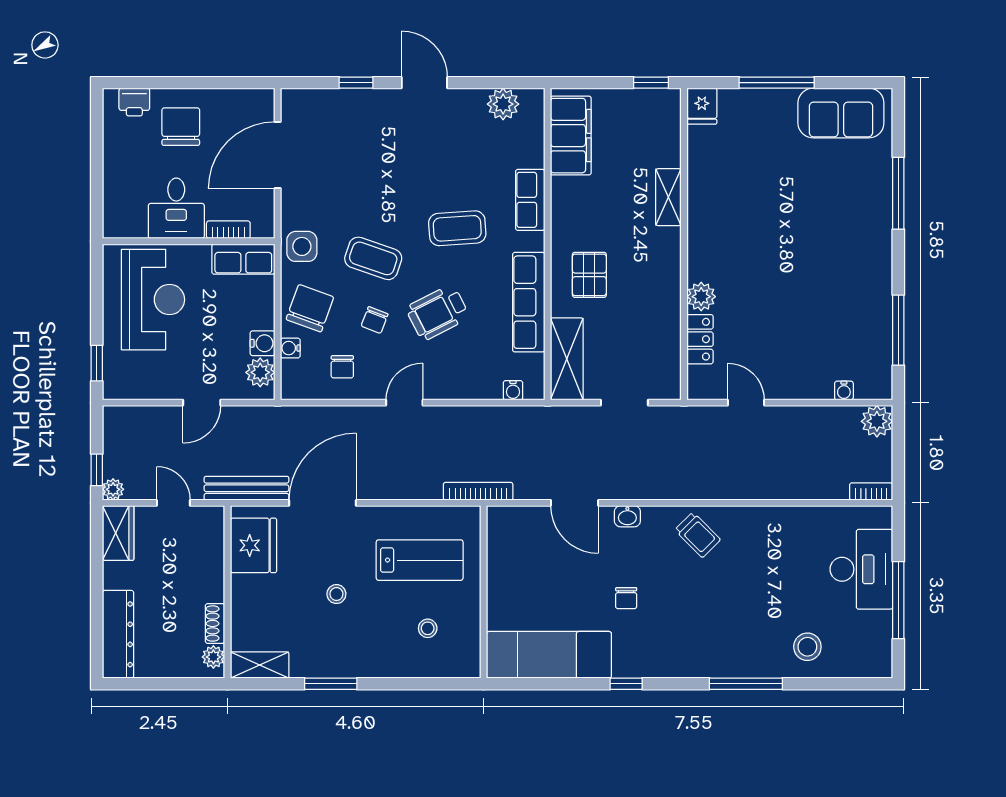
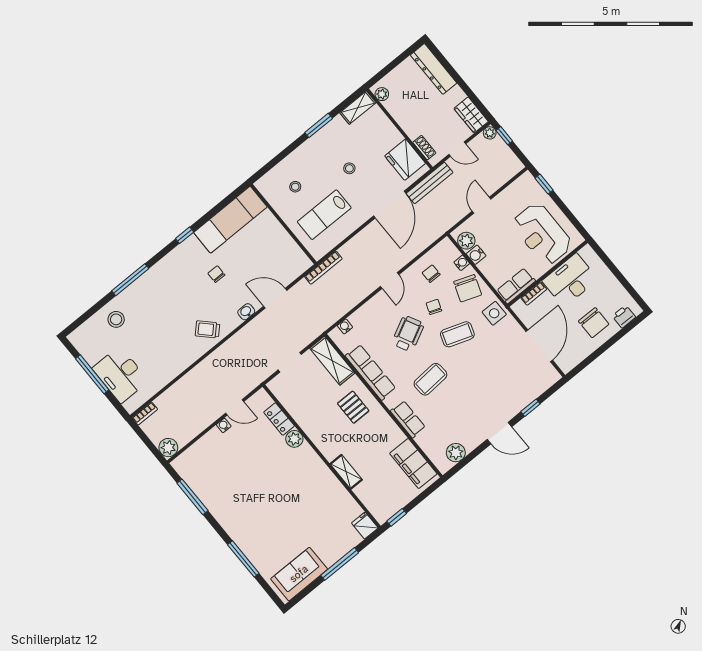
desk: (176, 208) -> (570, 280), width x1.37
water cooler: (844, 391) -> (224, 425), moved
shoe rack: (215, 623) -> (424, 148), moved

